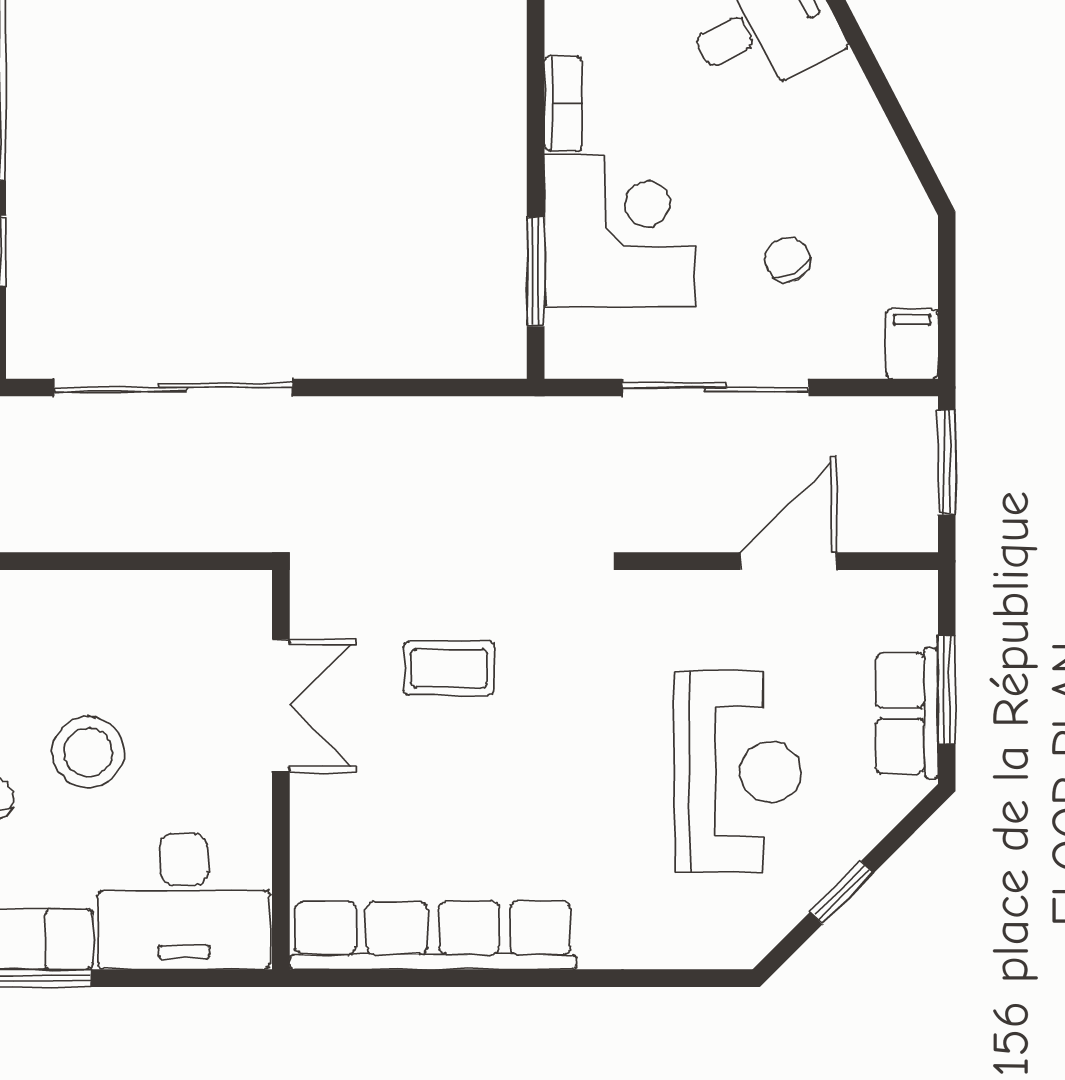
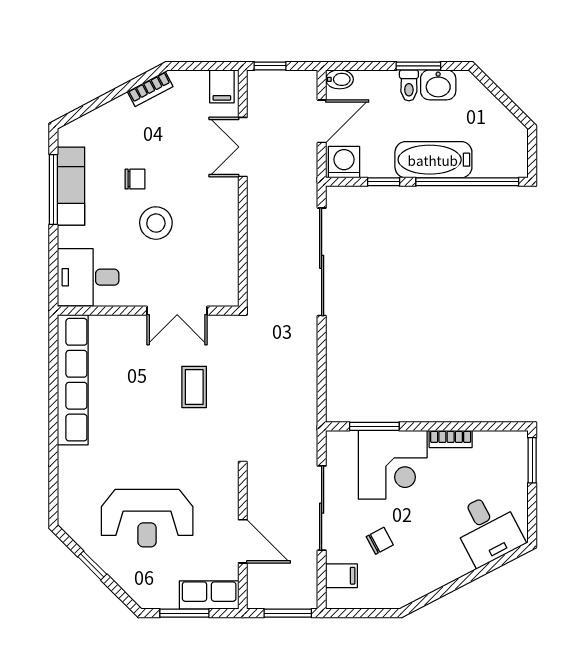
filing cabinet: (912, 344) -> (341, 576), moved
row of seats: (907, 713) -> (209, 595), moved
desk: (184, 902) -> (88, 277), width x0.73

